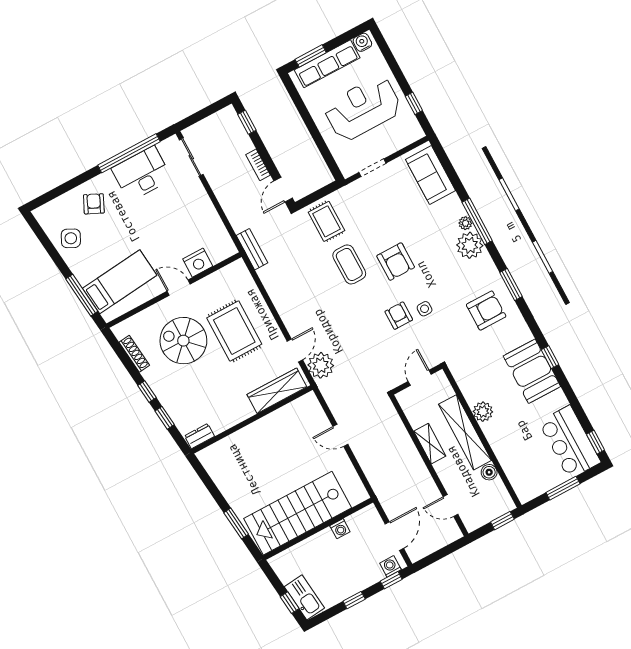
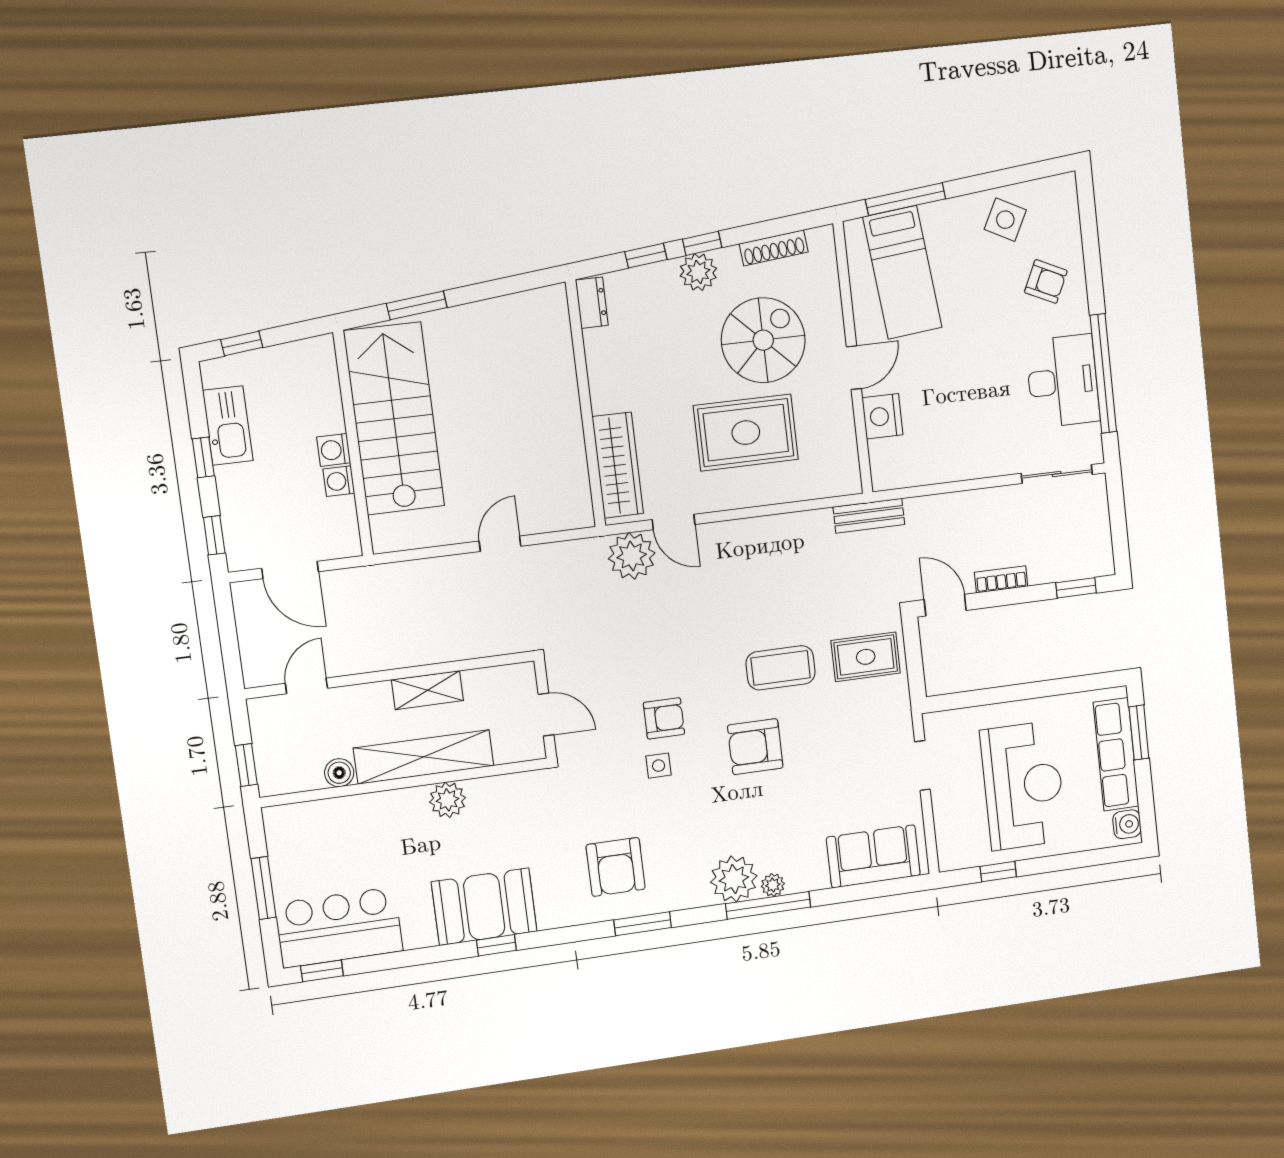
plant: (162, 388) -> (698, 272), added
washing machine: (390, 566) -> (334, 450), moved, turned 180
kitchen sink: (304, 597) -> (228, 425), moved, turned -84

